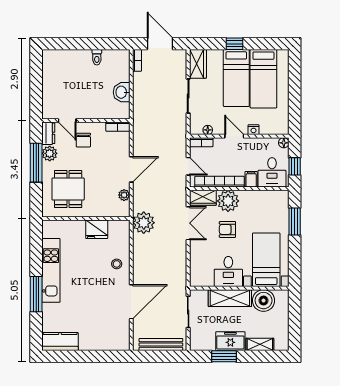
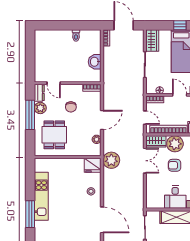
chair: (83, 140) -> (71, 107), moved
fridge: (97, 229) -> (93, 165), moved
door: (131, 302) -> (102, 220), hinge flipped

